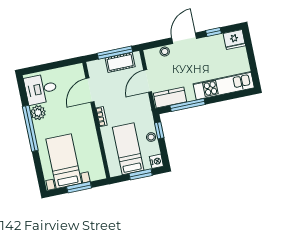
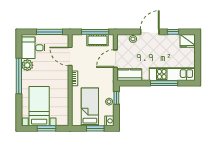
window: (57, 65) -> (49, 32), added
door: (90, 90) -> (70, 56), hinge flipped
window: (188, 105) -> (164, 83), moved

